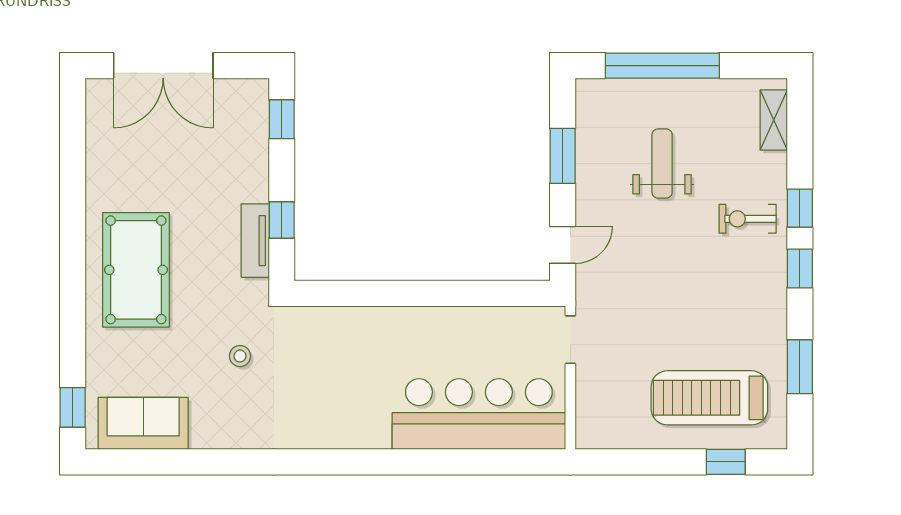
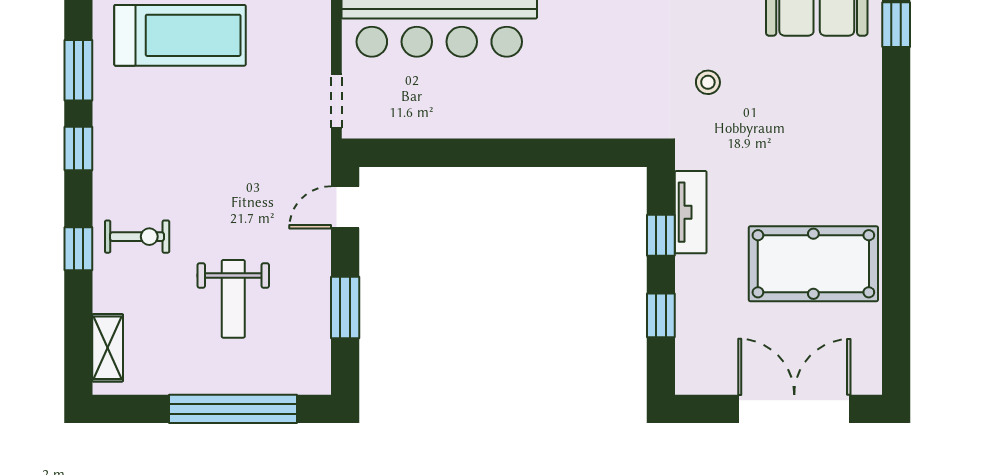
window: (282, 119) -> (661, 315), moved
window: (800, 268) -> (78, 149), moved
pool table: (136, 270) -> (813, 264), moved, turned 90

